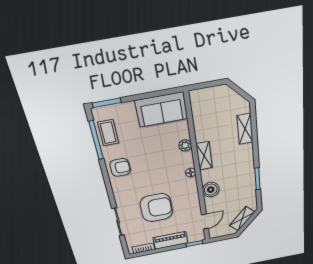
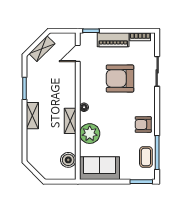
shelving: (245, 129) -> (32, 116), moved
plant: (185, 145) -> (90, 134), width x1.87, depth x1.87
boiler: (211, 190) -> (68, 160), moved

